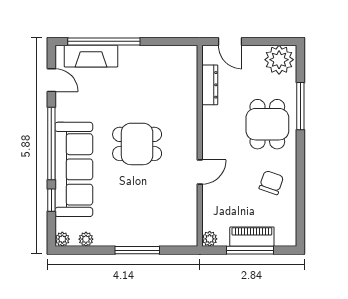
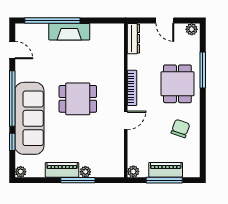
door: (230, 41) -> (165, 21), moved
fireplace: (91, 56) -> (69, 32), moved
plant: (279, 60) -> (192, 29), width x0.53, depth x0.53
dresser: (210, 85) -> (133, 39), moved
bookcase: (208, 130) -> (132, 88), added
piano: (116, 237) -> (62, 170), added
plant: (86, 239) -> (85, 172), moved

